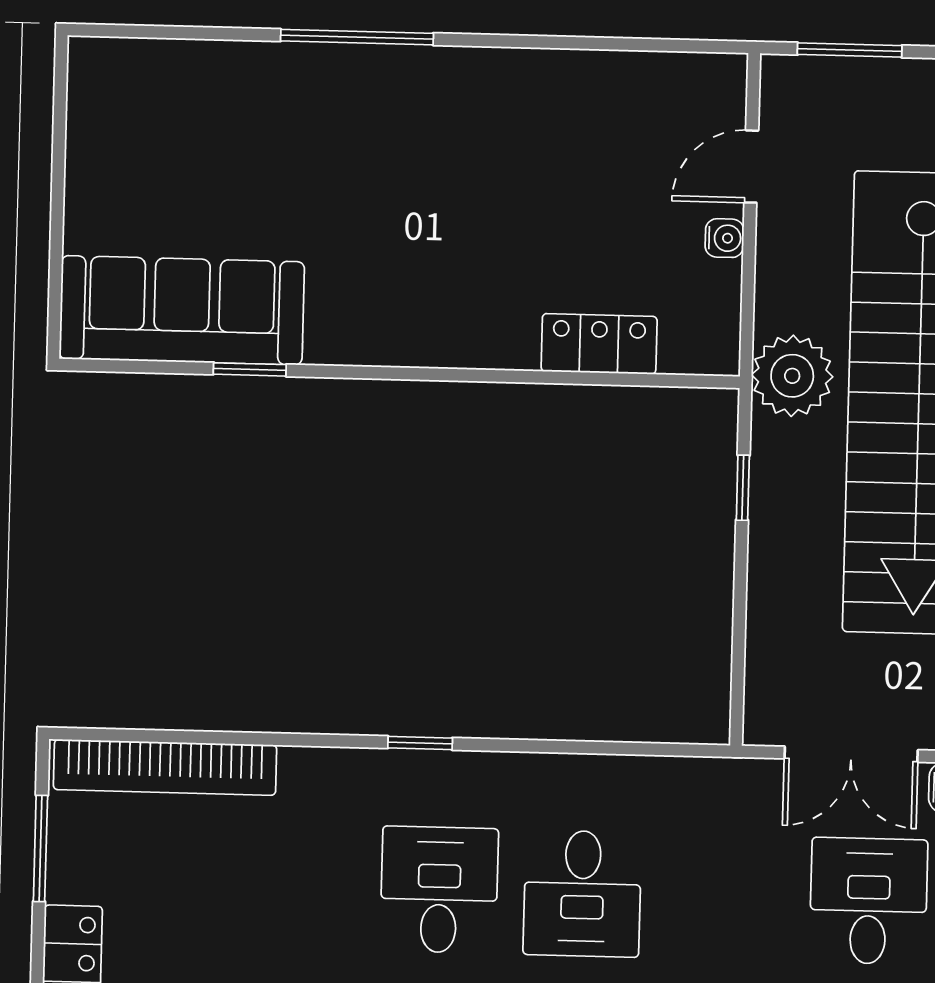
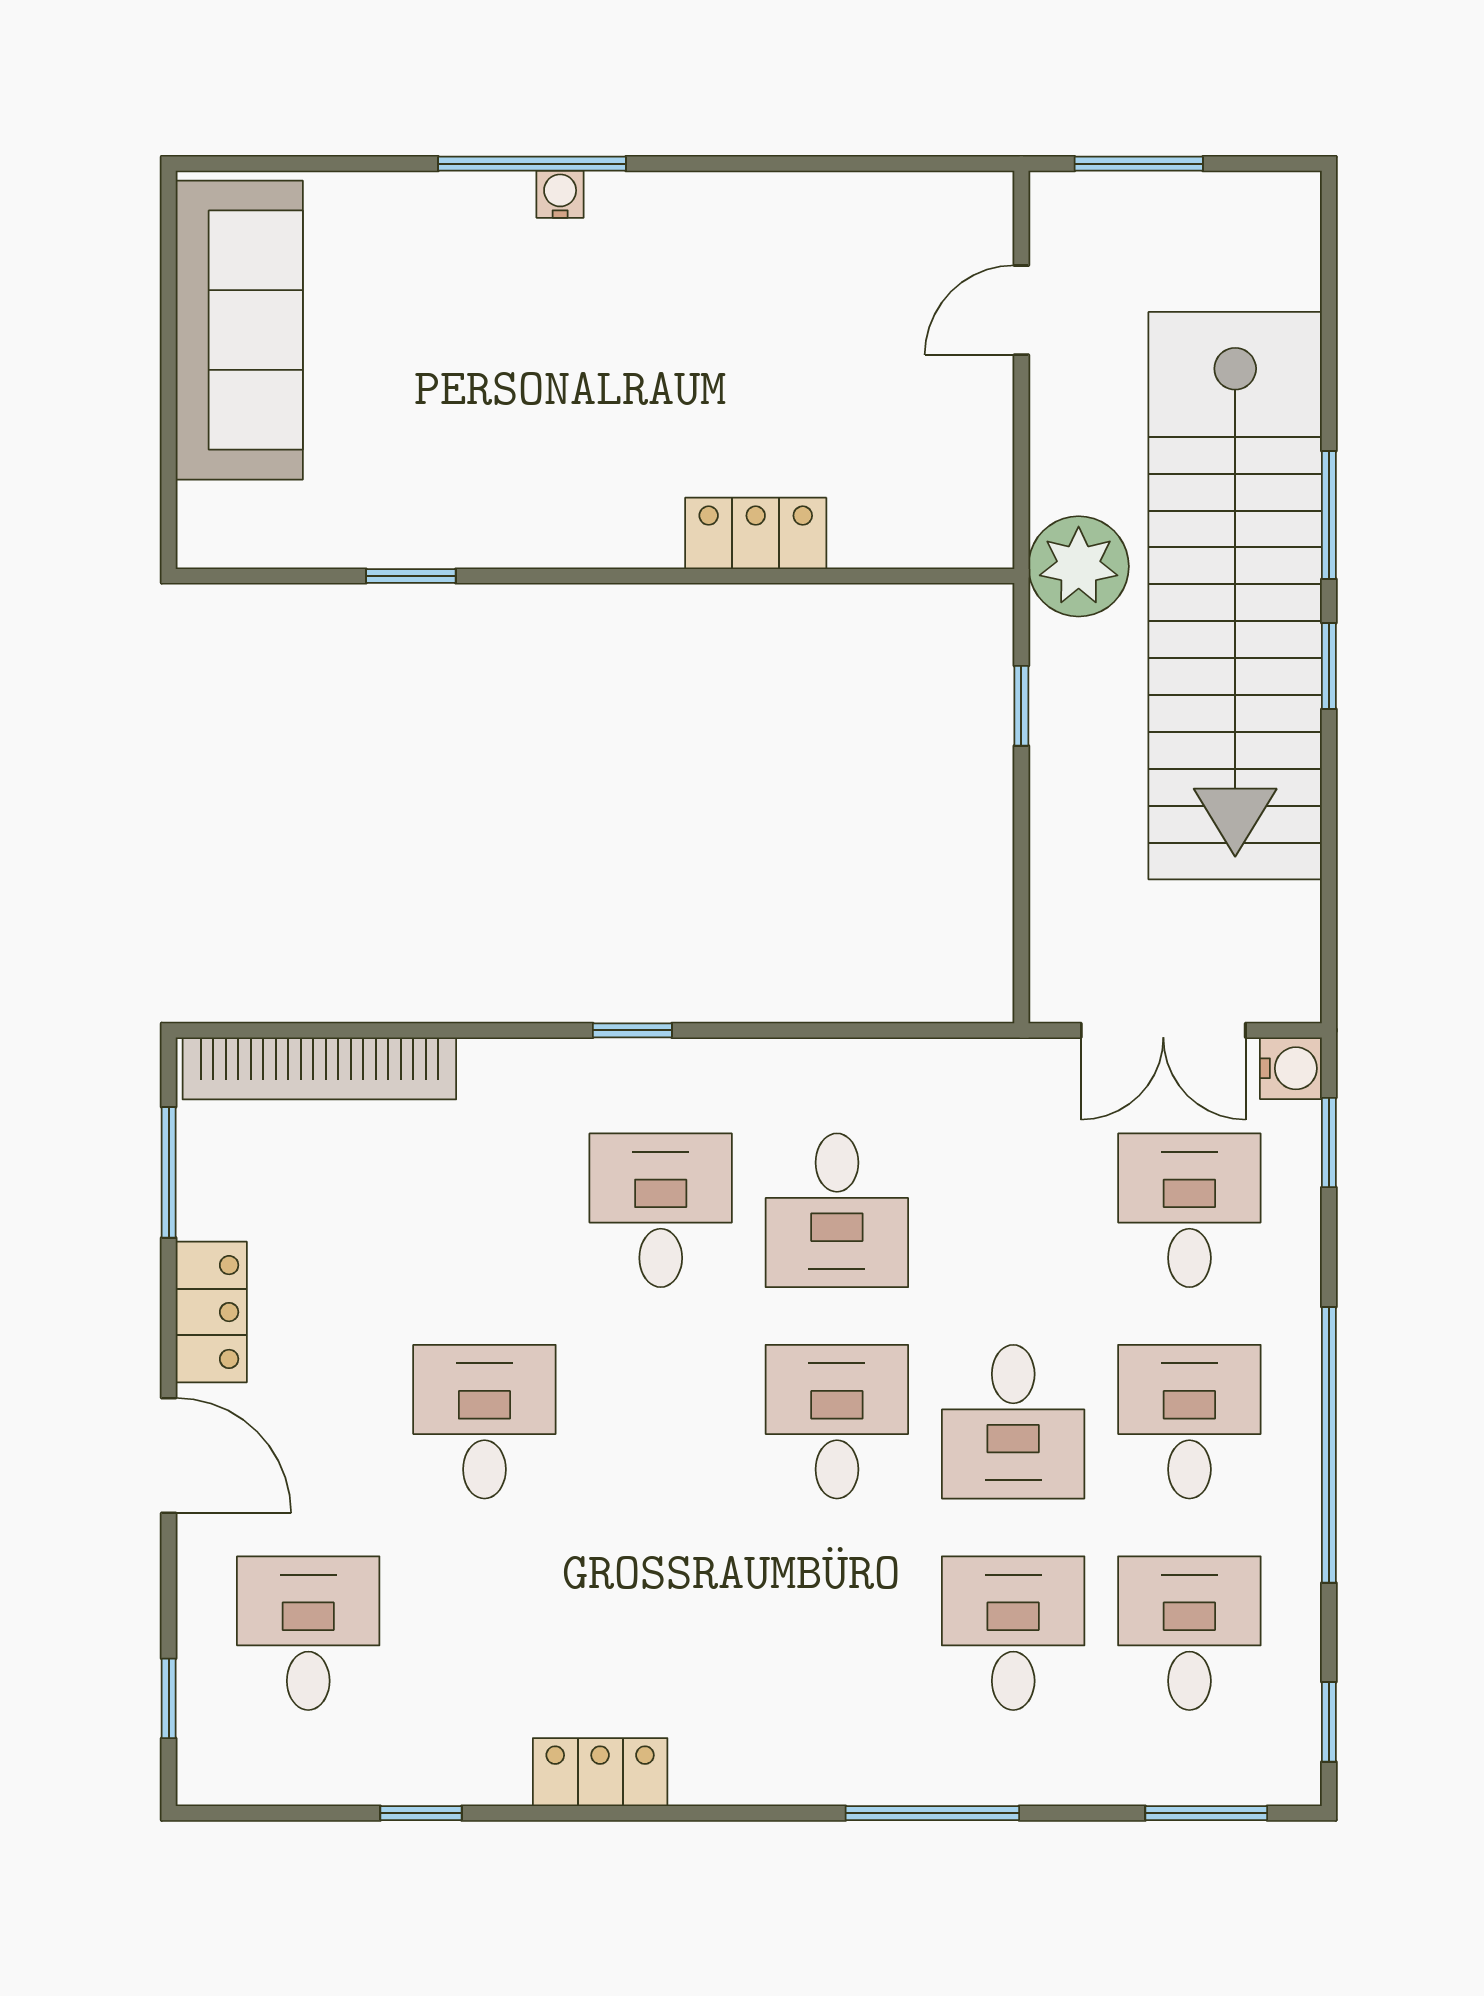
water cooler: (724, 238) -> (560, 194), moved, turned -90
sofa: (182, 310) -> (239, 330), moved, turned 90
locker: (599, 344) -> (756, 533), moved

